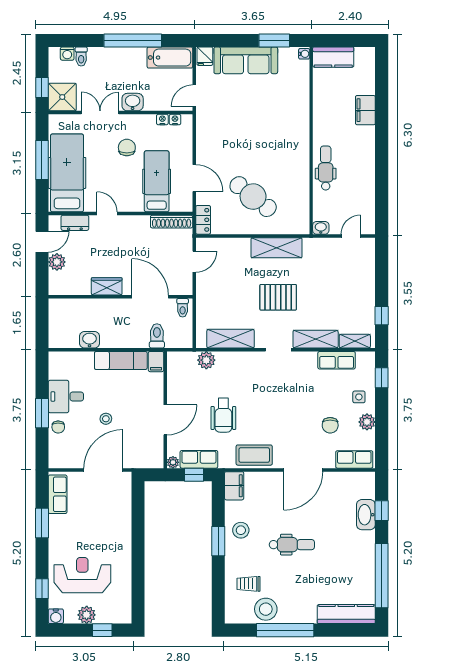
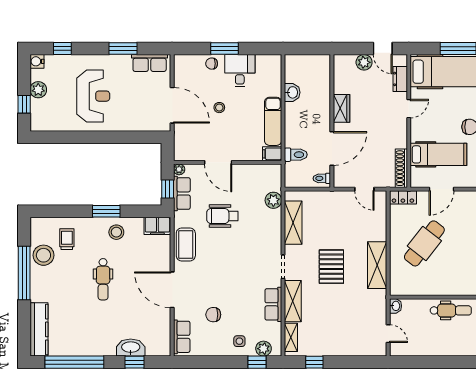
row of seats: (337, 360) -> (273, 304), moved
plant: (367, 422) -> (264, 349), moved
reception desk: (82, 575) -> (93, 96), moved

